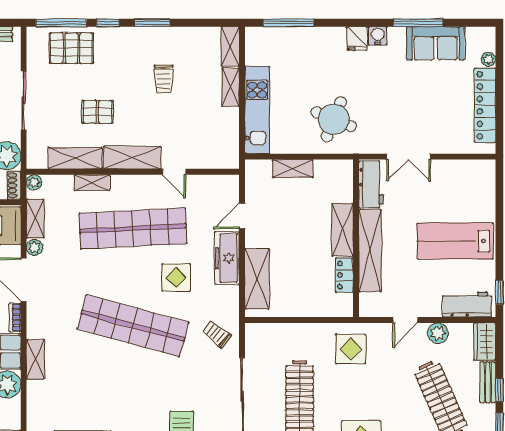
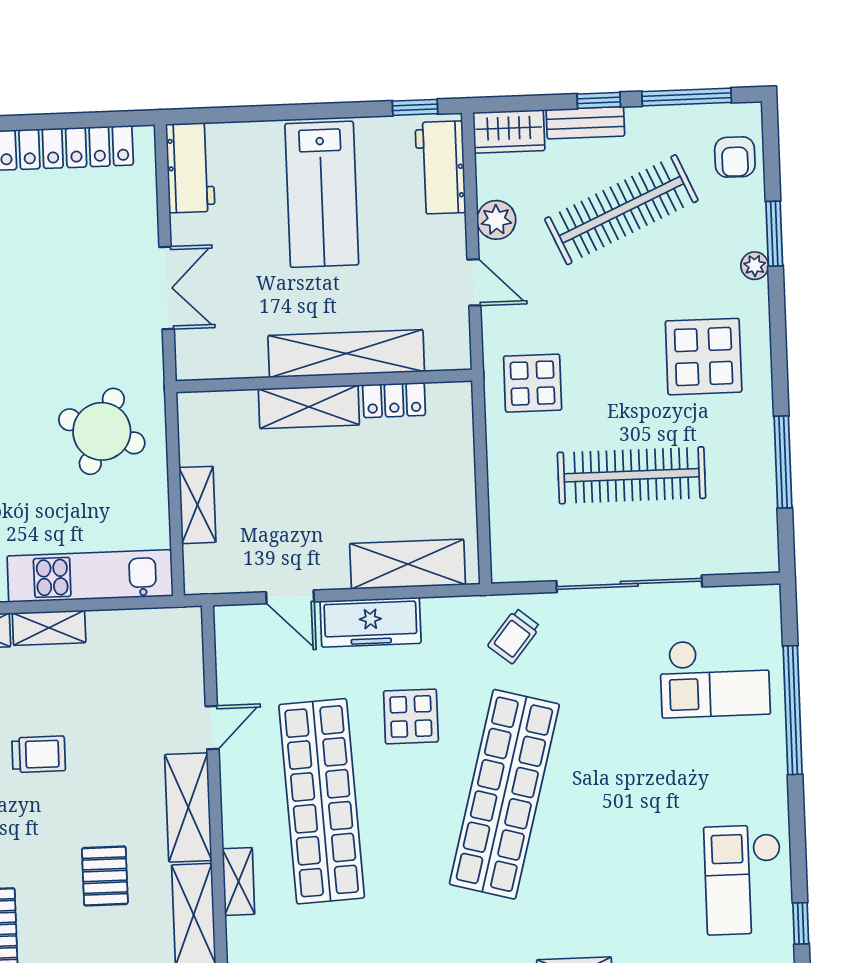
workbench: (371, 184) -> (190, 168), moved, turned 90

